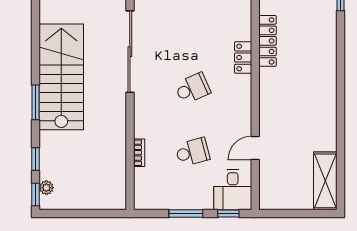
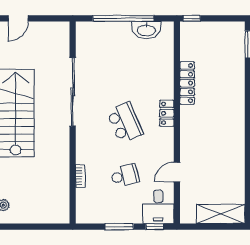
locker: (243, 58) -> (167, 113), moved
school desk: (193, 88) -> (125, 122), width x1.85
shelving: (325, 181) -> (221, 214), moved, turned 90

